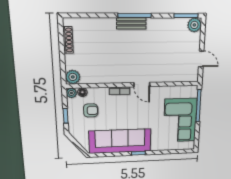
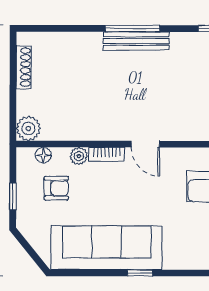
bench: (131, 23) -> (136, 41), width x1.36
plant: (71, 93) -> (79, 156), moved

